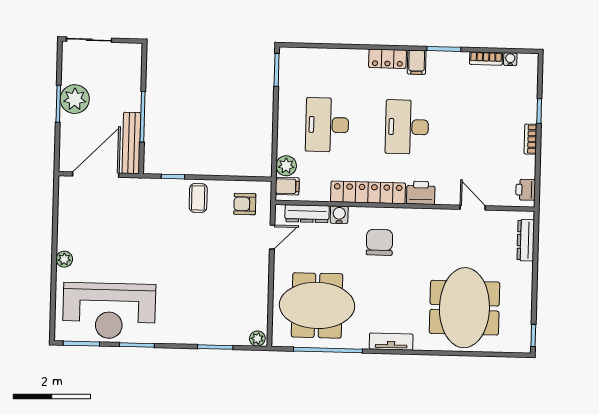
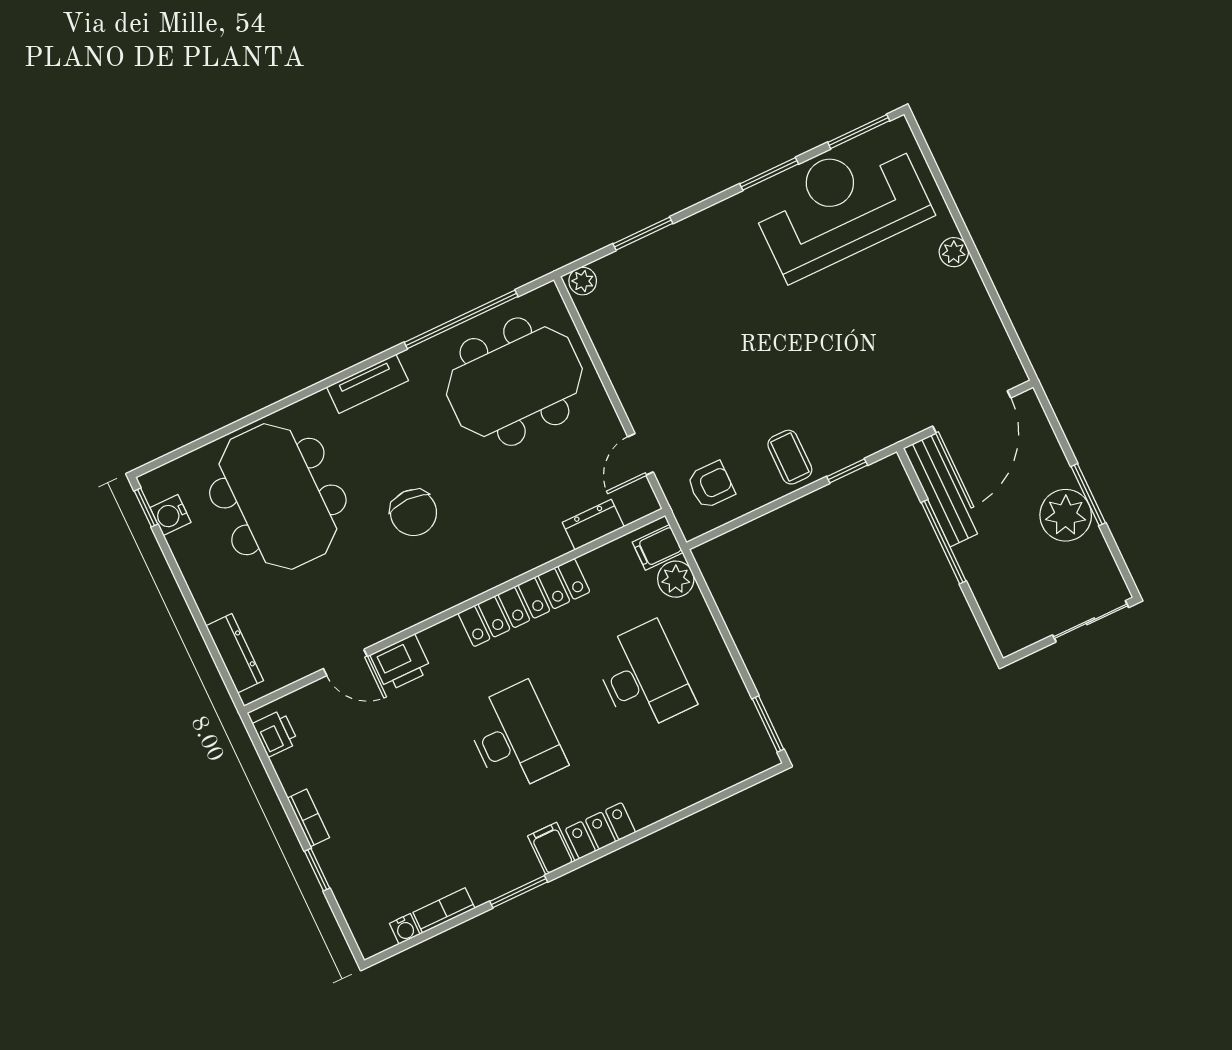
printer: (421, 193) -> (401, 663), moved
dresser: (307, 214) -> (593, 525), width x0.70
water cooler: (339, 215) -> (171, 515), moved, turned 90
chair: (379, 242) -> (413, 513), moved

